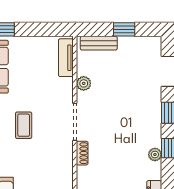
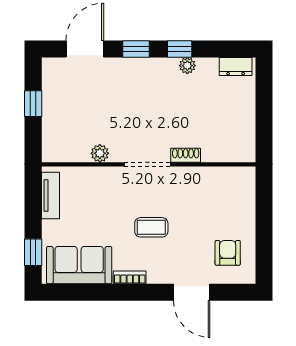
bench: (99, 43) -> (50, 135), removed
tv unit: (66, 58) -> (50, 196), moved, turned -90

